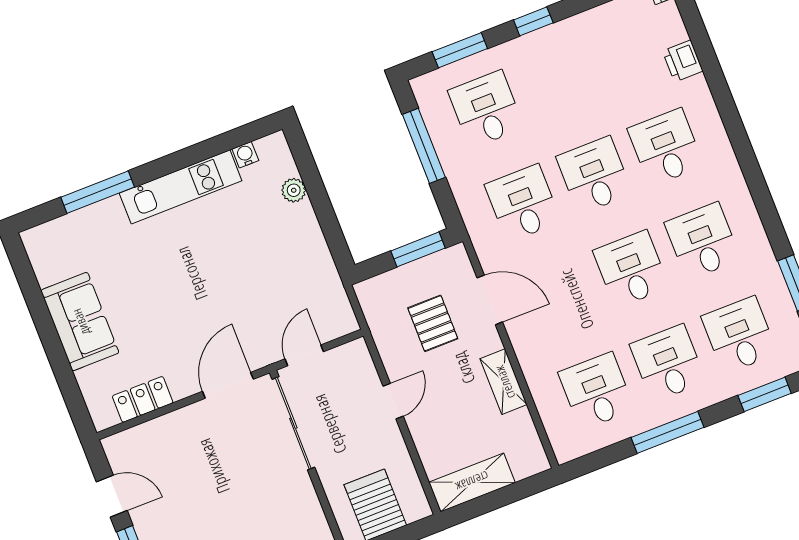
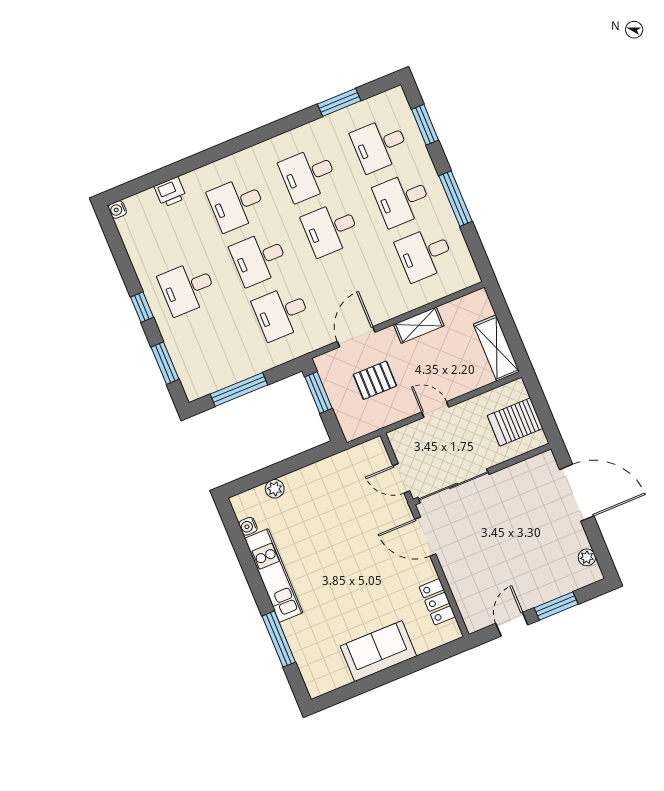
desk: (486, 109) -> (187, 288), moved

